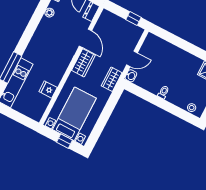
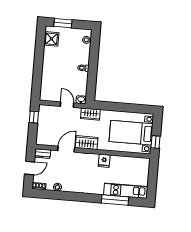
fridge: (48, 90) -> (104, 161), moved
window: (65, 141) -> (156, 142), moved

